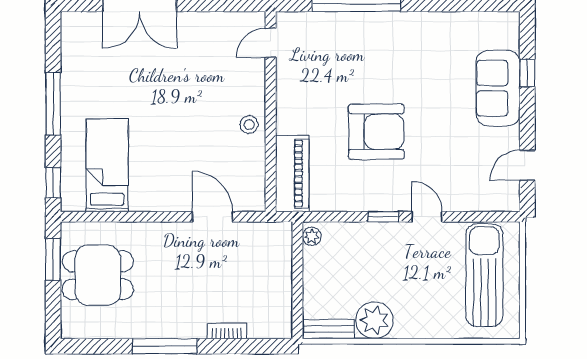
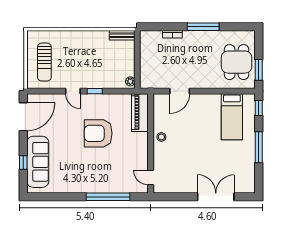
door: (271, 43) -> (151, 177), swing flipped
sofa: (498, 88) -> (38, 162), width x1.36
door: (527, 165) -> (23, 117), width x1.87
door: (212, 217) -> (180, 91), hinge flipped
dining table: (98, 275) -> (237, 62), turned 90
sun lounger: (484, 275) -> (44, 62), width x0.73, depth x0.75
plant: (374, 320) -> (99, 40), removed

